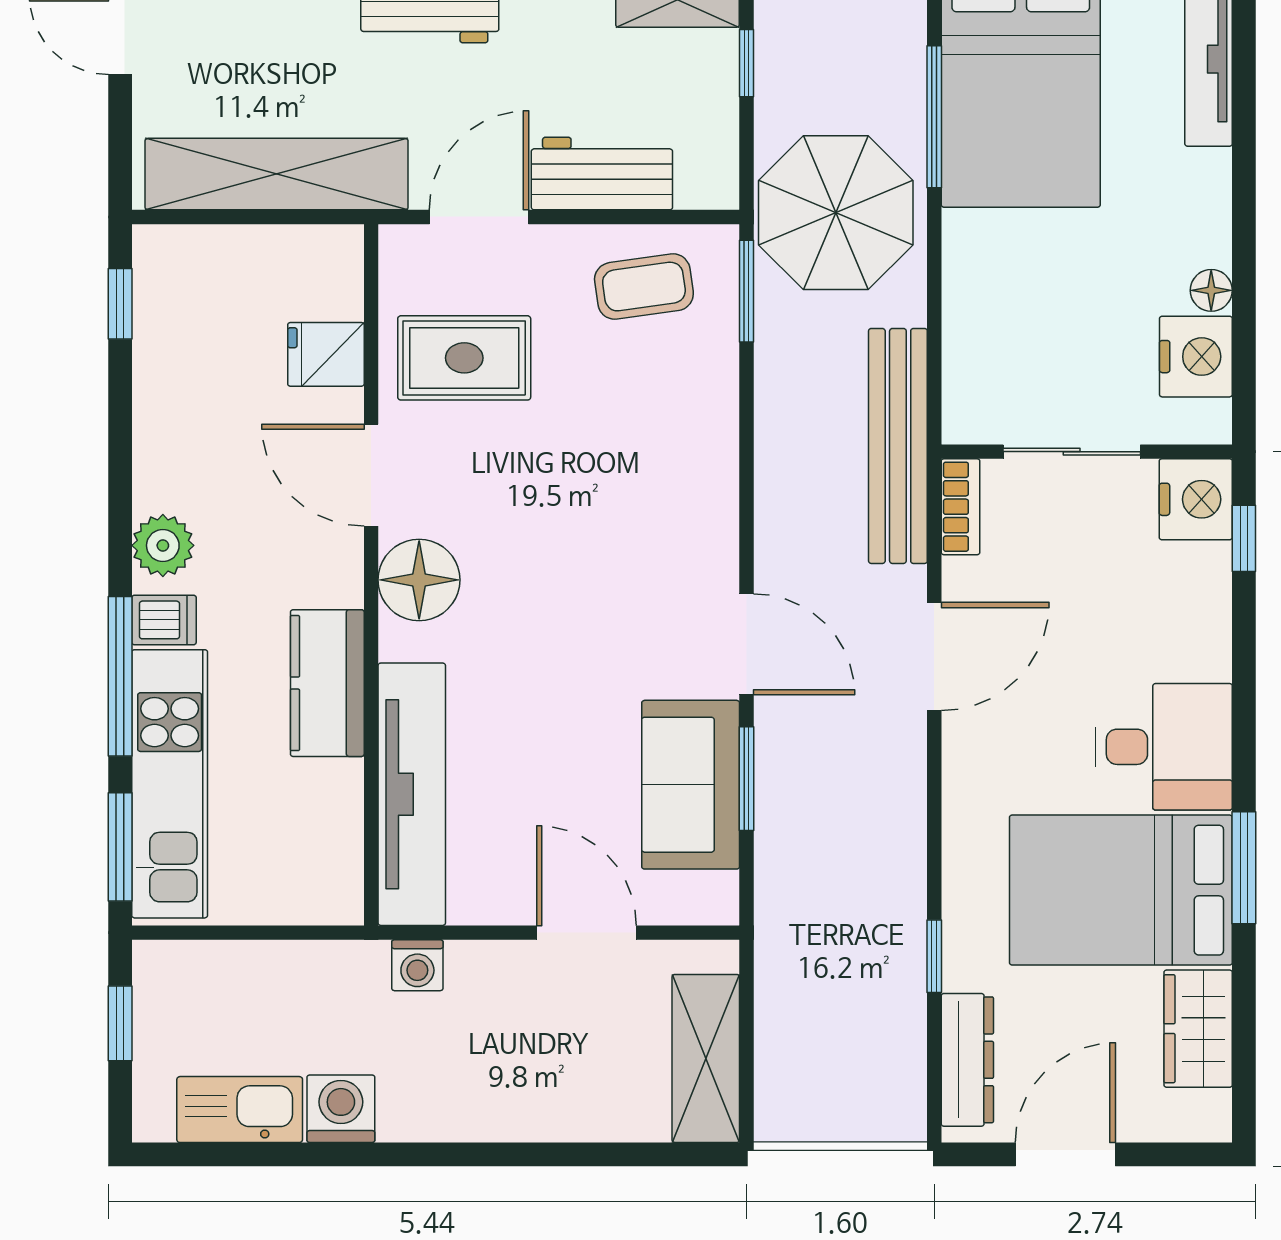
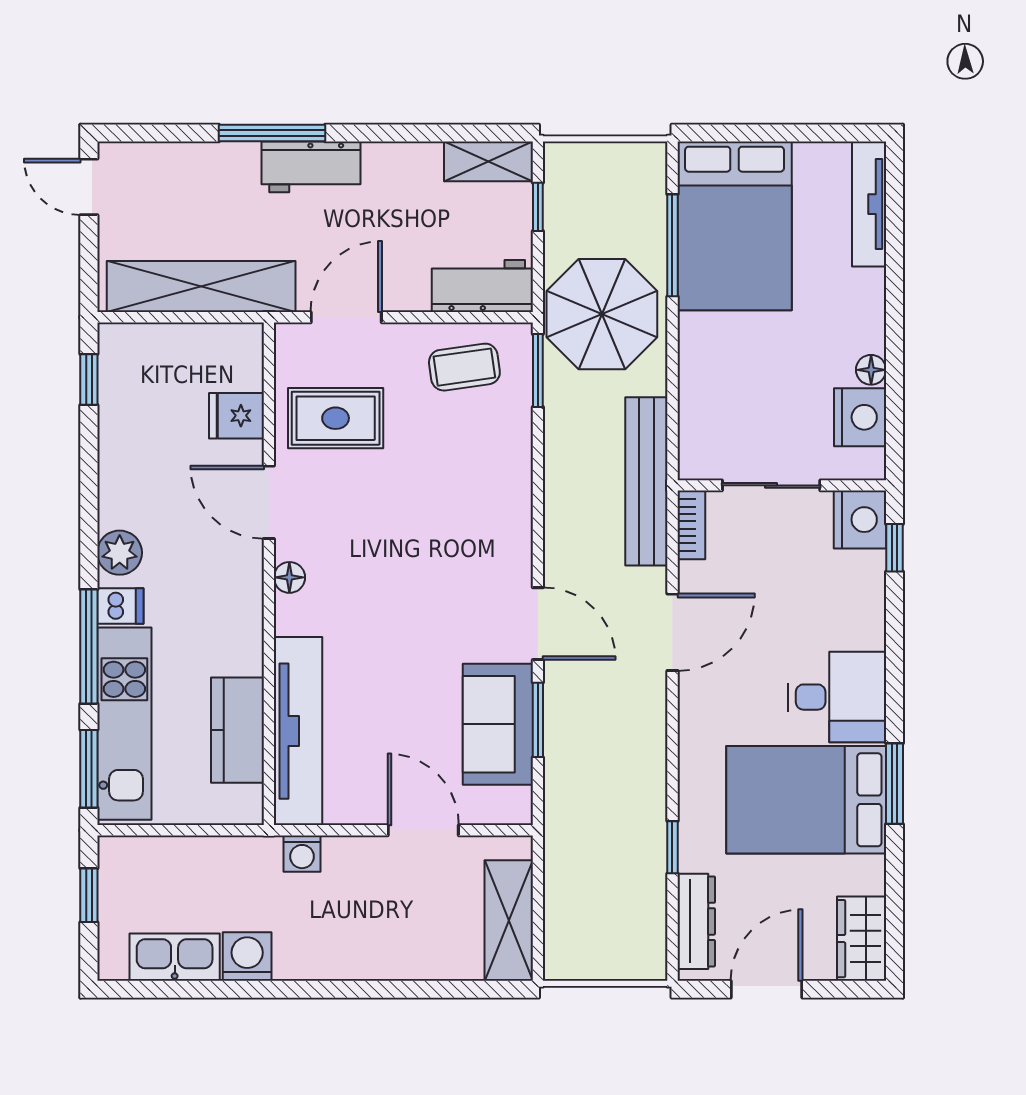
workbench: (602, 173) -> (482, 286), moved
floor lamp: (419, 580) -> (289, 577), width x0.53, depth x0.53
kitchen counter: (327, 683) -> (237, 730), moved
wardrobe: (1198, 1029) -> (862, 939), moved

